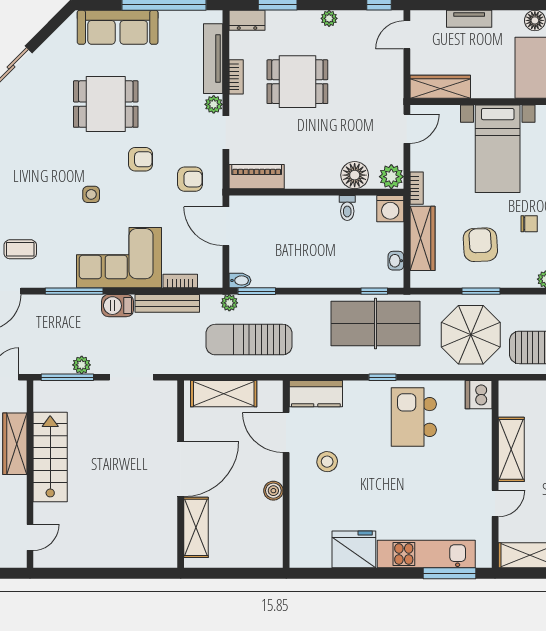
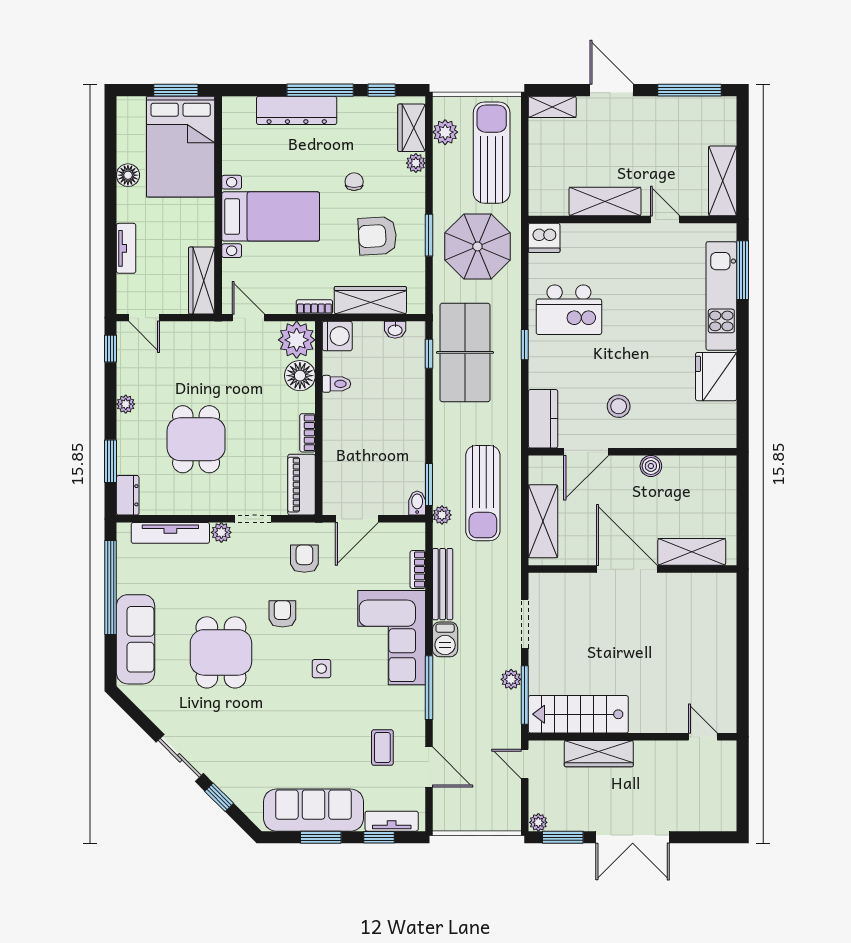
bookcase: (236, 77) -> (308, 433), moved, turned -90
plant: (391, 177) -> (297, 340), width x1.36, depth x1.36
stairs: (50, 457) -> (578, 714), moved

